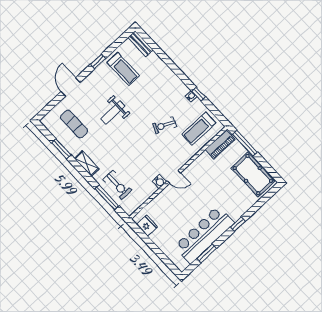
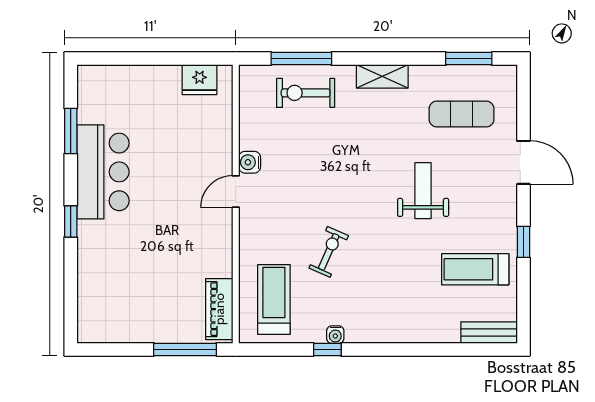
window: (61, 149) -> (469, 59), moved
pool table: (253, 175) -> (125, 317), removed
bar counter: (204, 235) -> (103, 172), width x0.73

